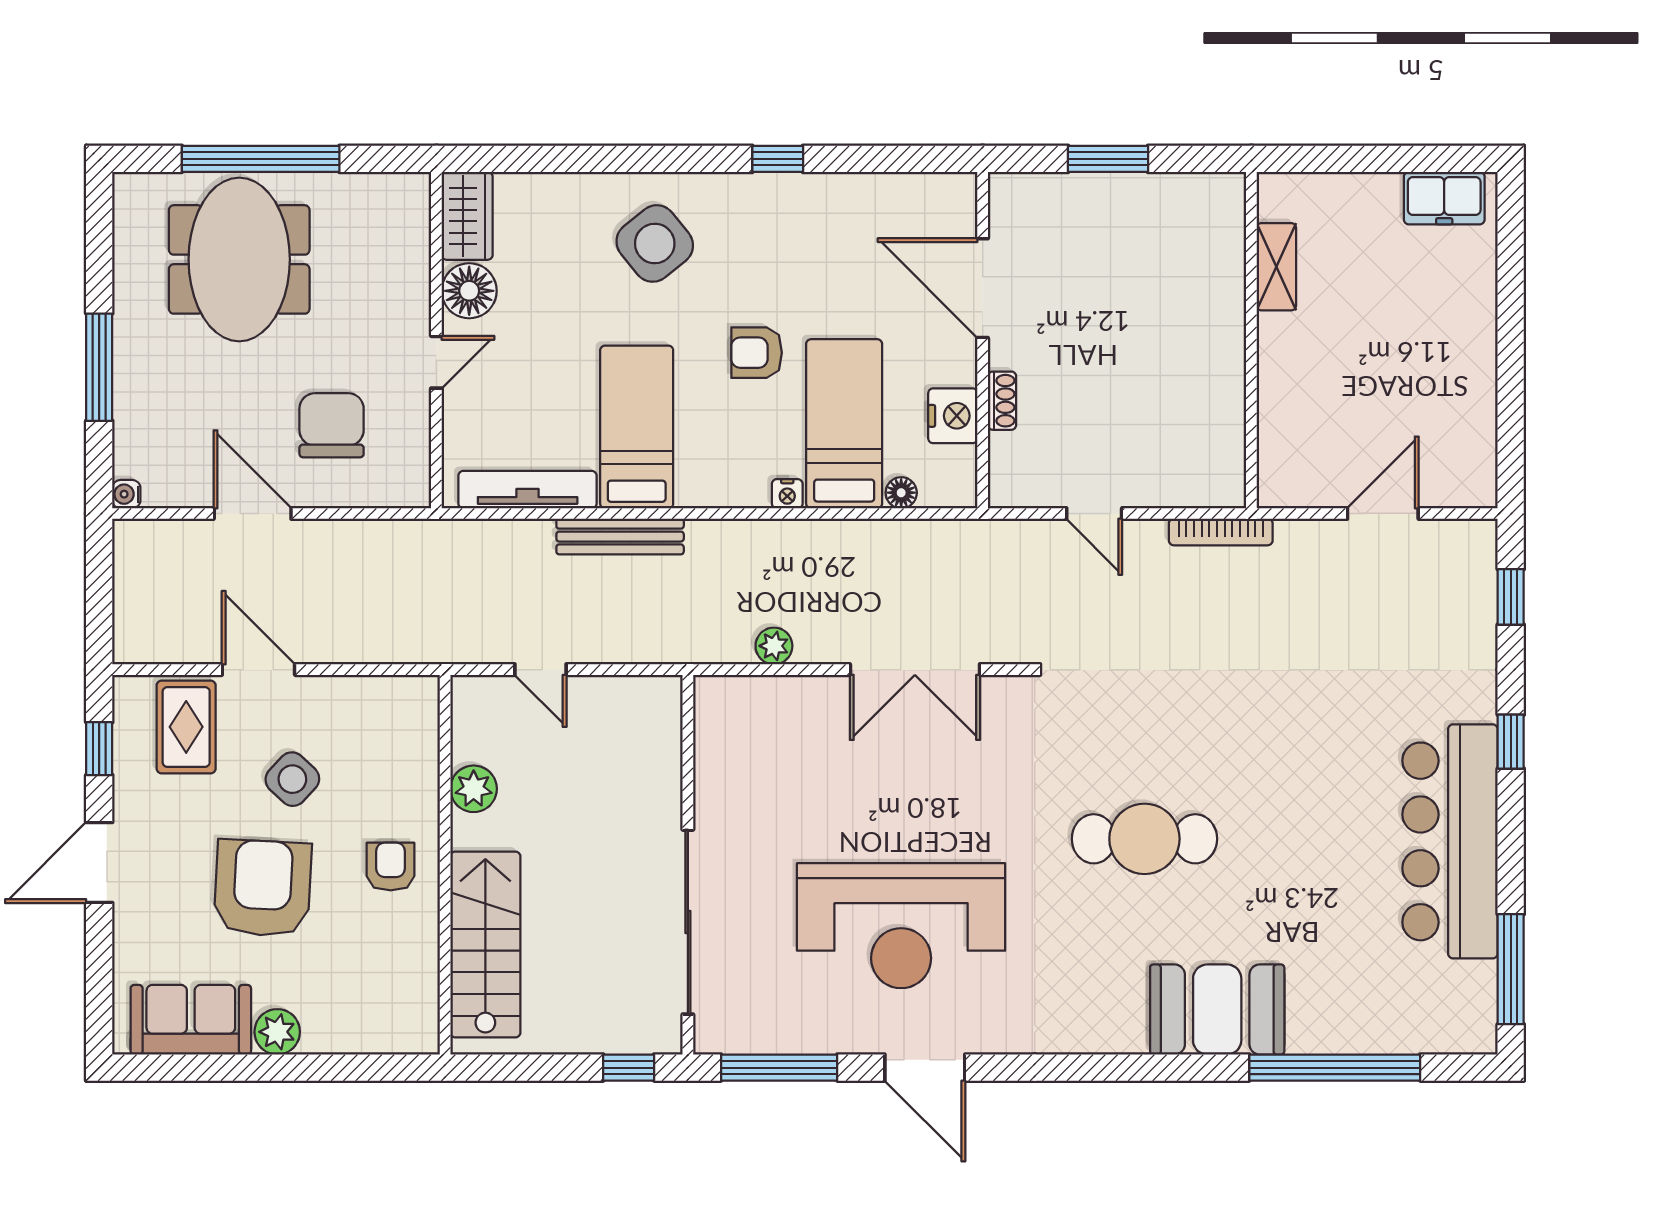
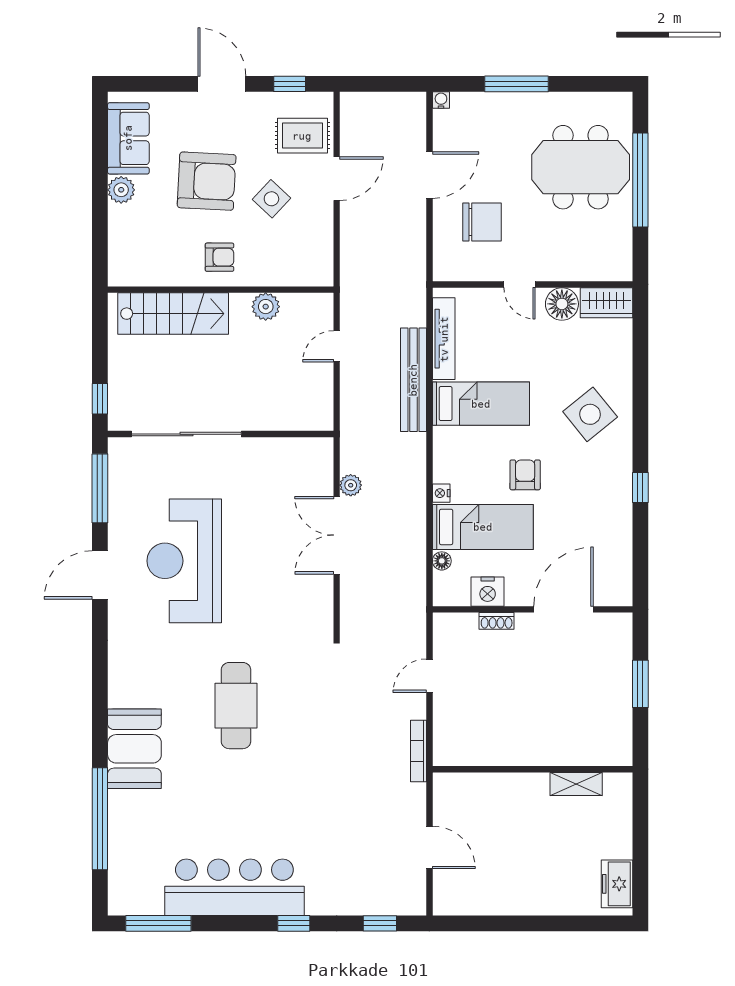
bench: (620, 537) -> (413, 380), width x1.37, depth x1.21
double door: (915, 670) -> (337, 535), moved

